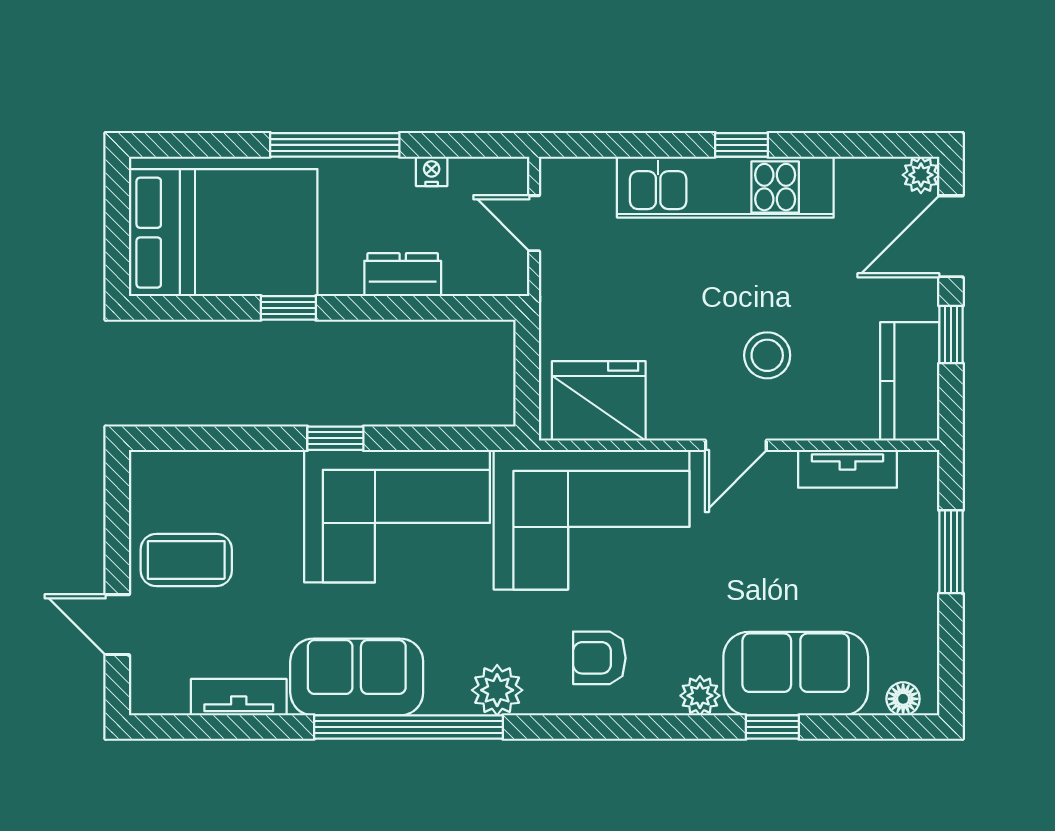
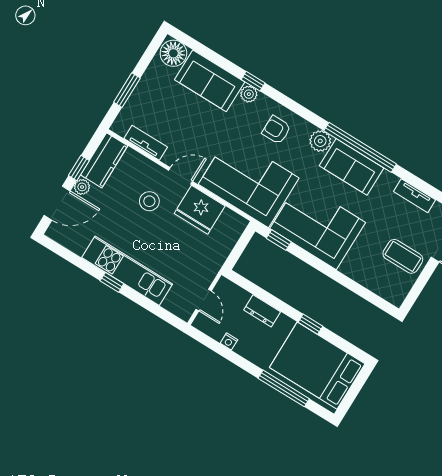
window: (335, 145) -> (284, 388), moved
plant: (921, 175) -> (82, 187), moved
fridge: (599, 401) -> (200, 210), moved
window: (335, 438) -> (279, 240), moved
armchair: (599, 658) -> (276, 130), turned 180
sofa: (357, 677) -> (352, 167), moved
floor lamp: (903, 699) -> (173, 53), width x1.89, depth x1.89
window: (772, 727) -> (253, 81), moved

